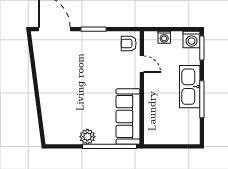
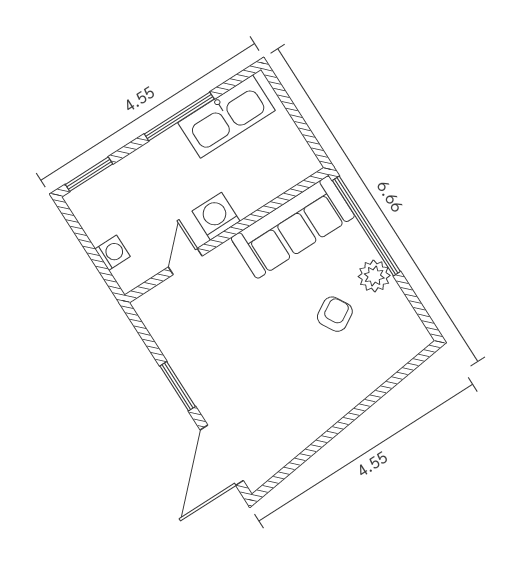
washing machine: (192, 39) -> (216, 216), moved, turned -90
armchair: (129, 43) -> (335, 314), moved, turned -120
kitchen sink: (190, 87) -> (226, 117), moved

